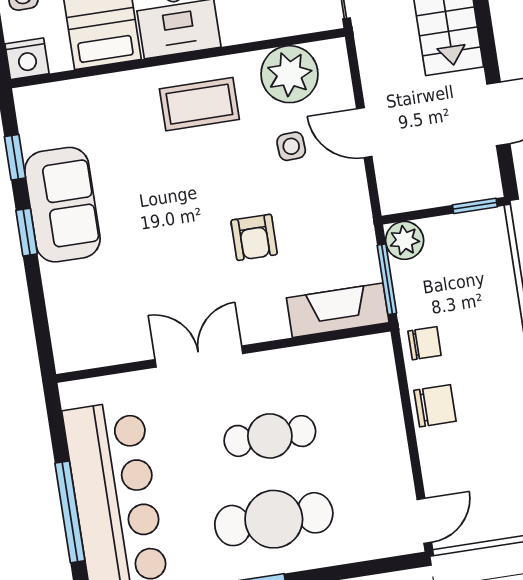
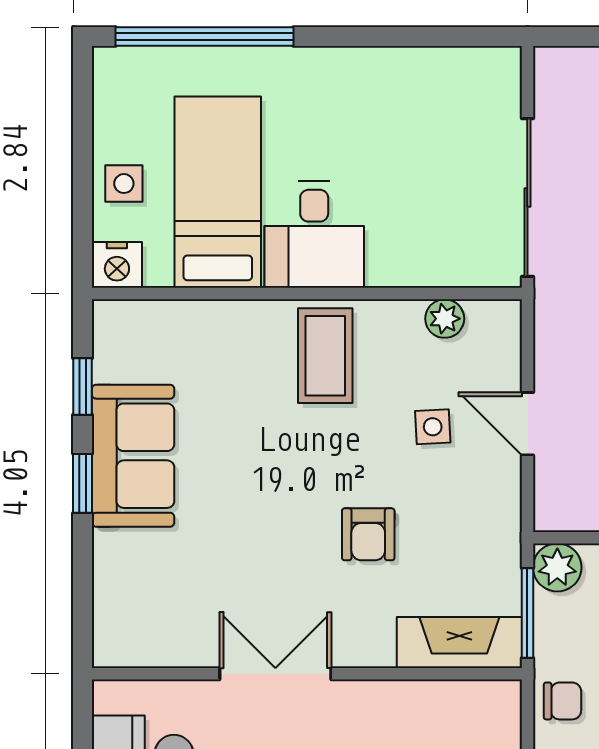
plant: (289, 74) -> (445, 319), width x0.53, depth x0.53
coffee table: (199, 104) -> (325, 356), turned 90

